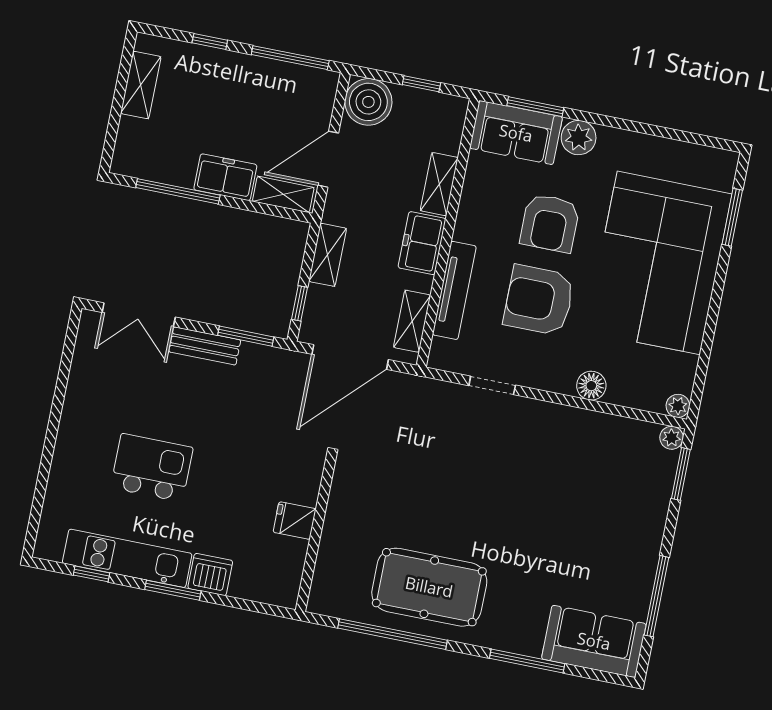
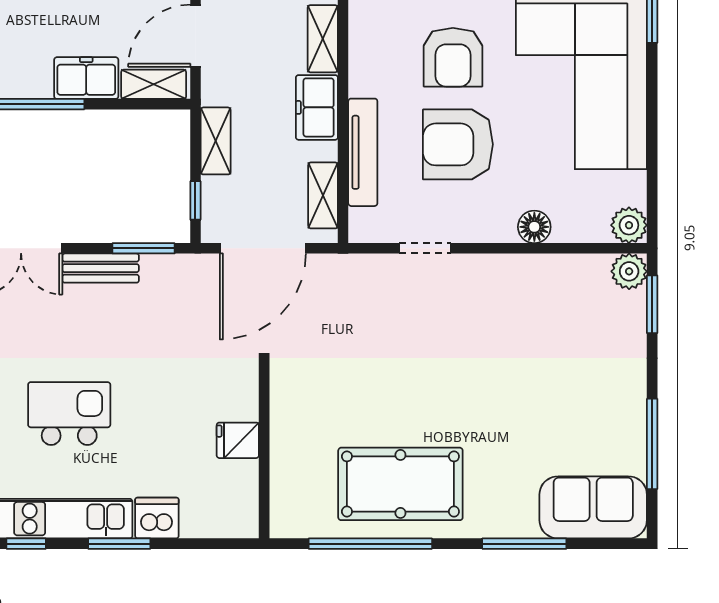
plant: (678, 406) -> (629, 225), width x1.38, depth x1.38
plant: (672, 438) -> (629, 271), width x1.38, depth x1.38

